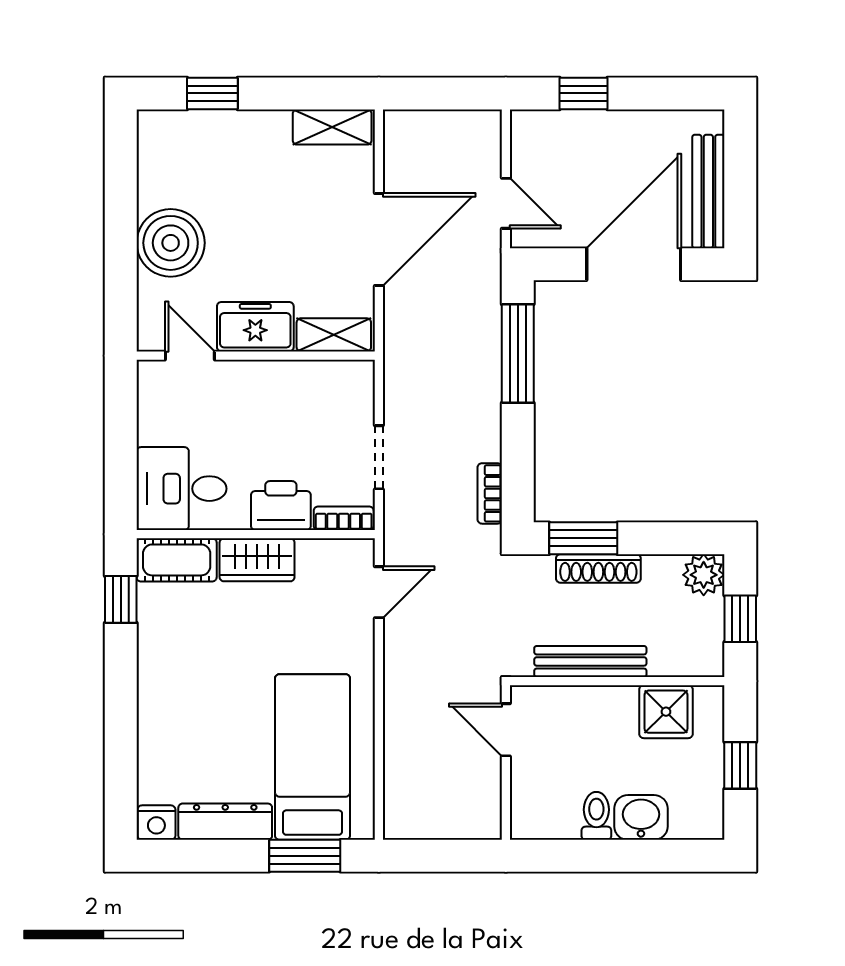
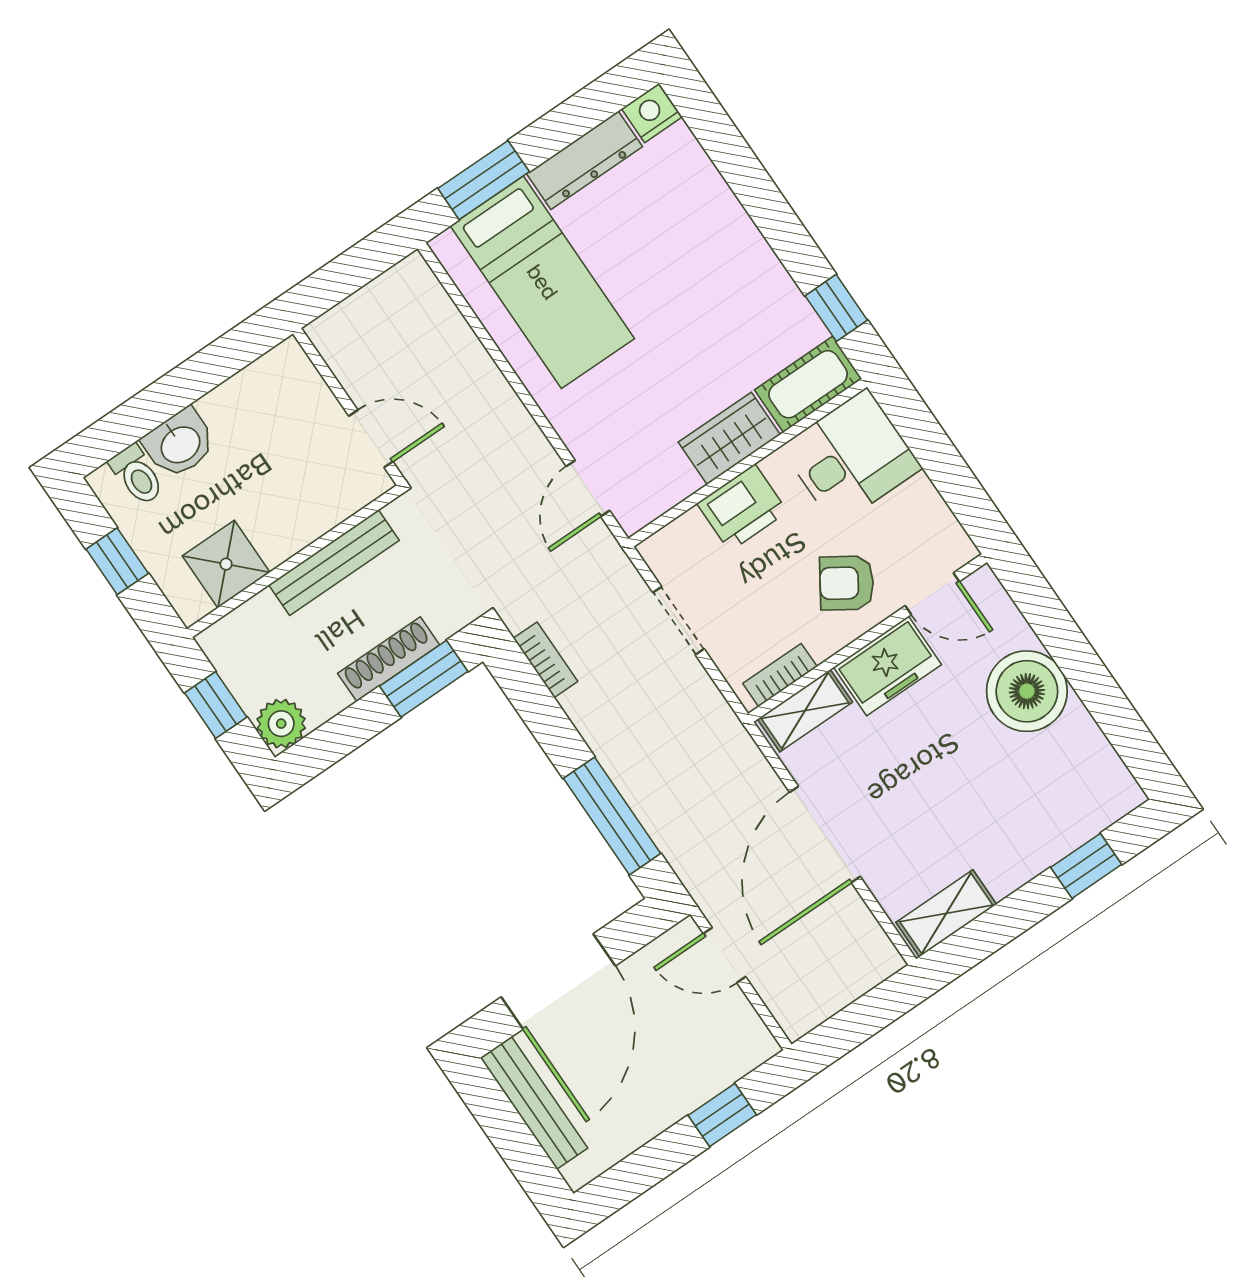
armchair: (244, 404) -> (847, 583), added
bookcase: (344, 518) -> (780, 675), moved, turned 180
toilet: (596, 816) -> (137, 475), moved

